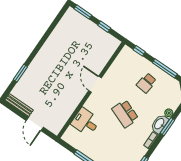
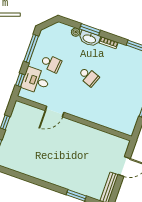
door: (95, 84) -> (55, 112), moved
school desk: (125, 114) -> (89, 77), width x0.54
desk: (85, 122) -> (36, 81), moved, turned 90

